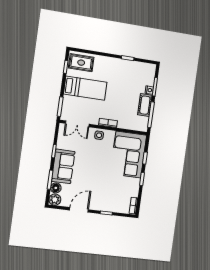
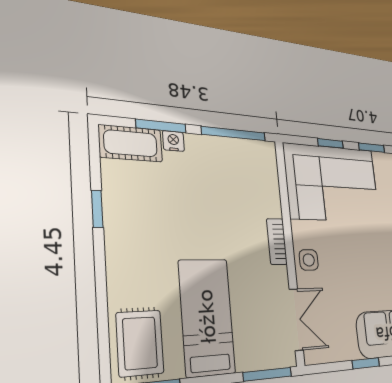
cot: (145, 105) -> (131, 143), moved

